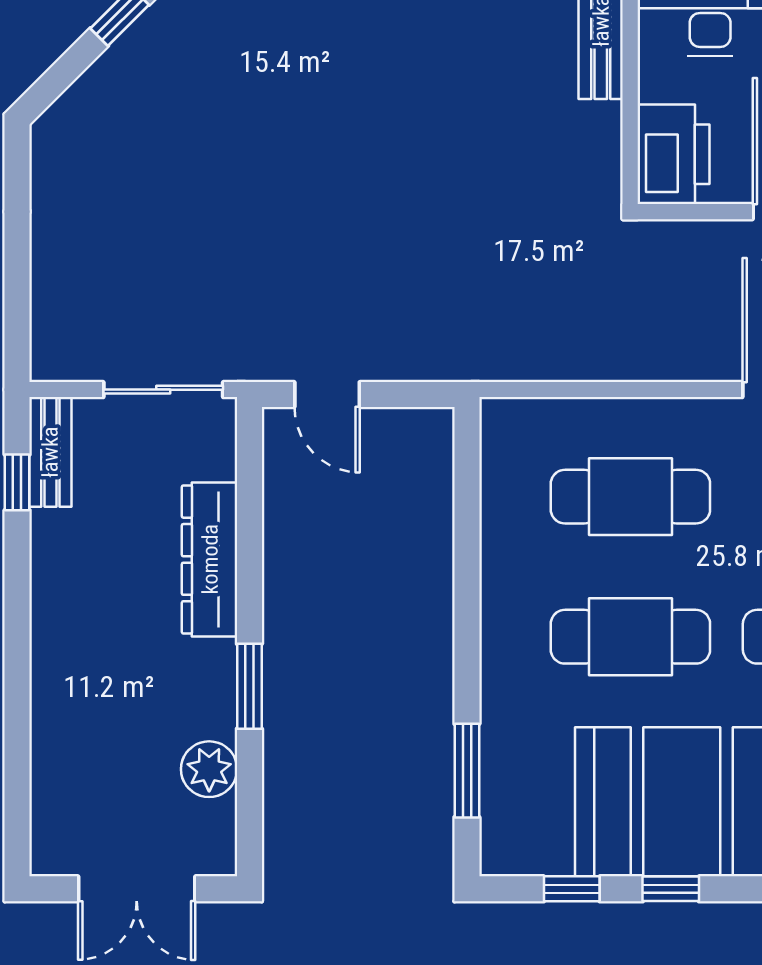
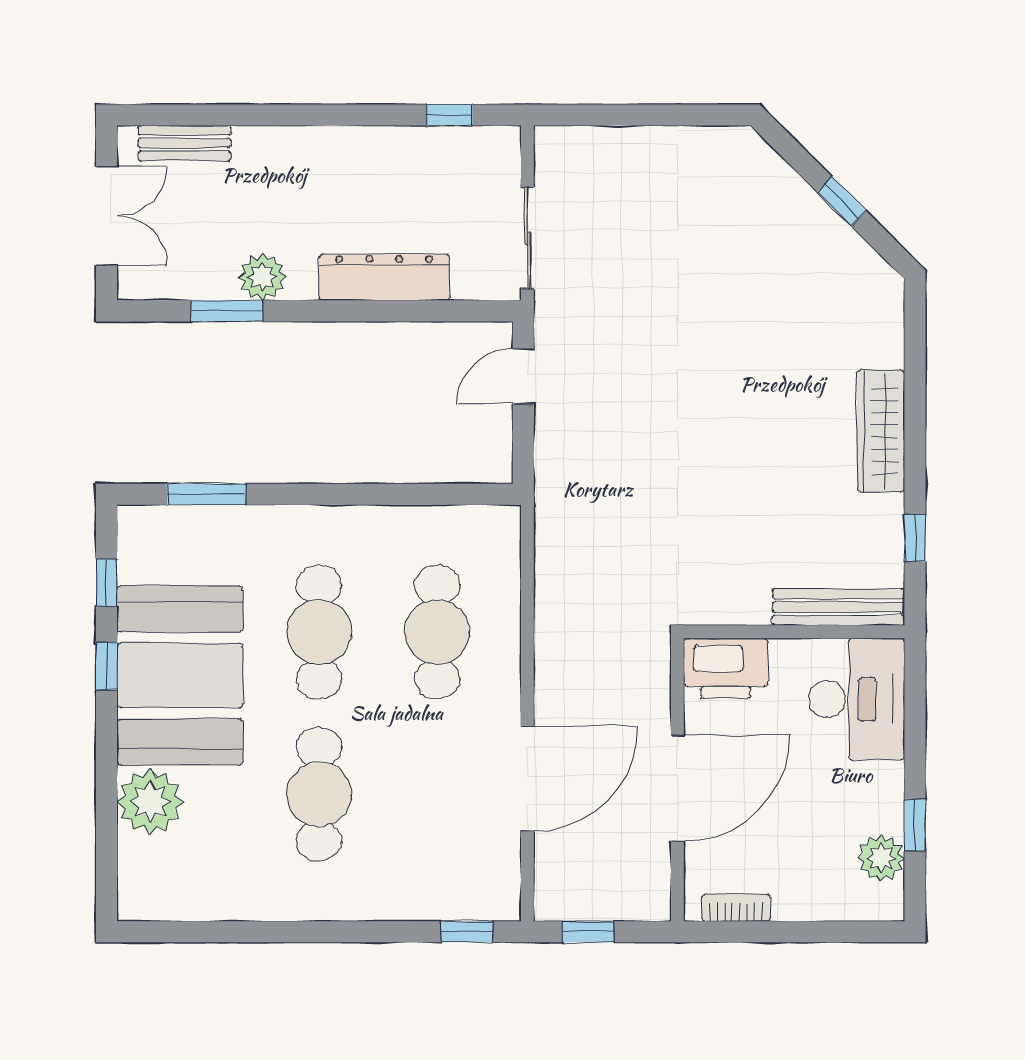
bench: (50, 452) -> (184, 143), moved
window: (249, 686) -> (227, 311), moved
plant: (209, 769) -> (262, 277), moved
double door: (137, 889) -> (106, 216), swing flipped

